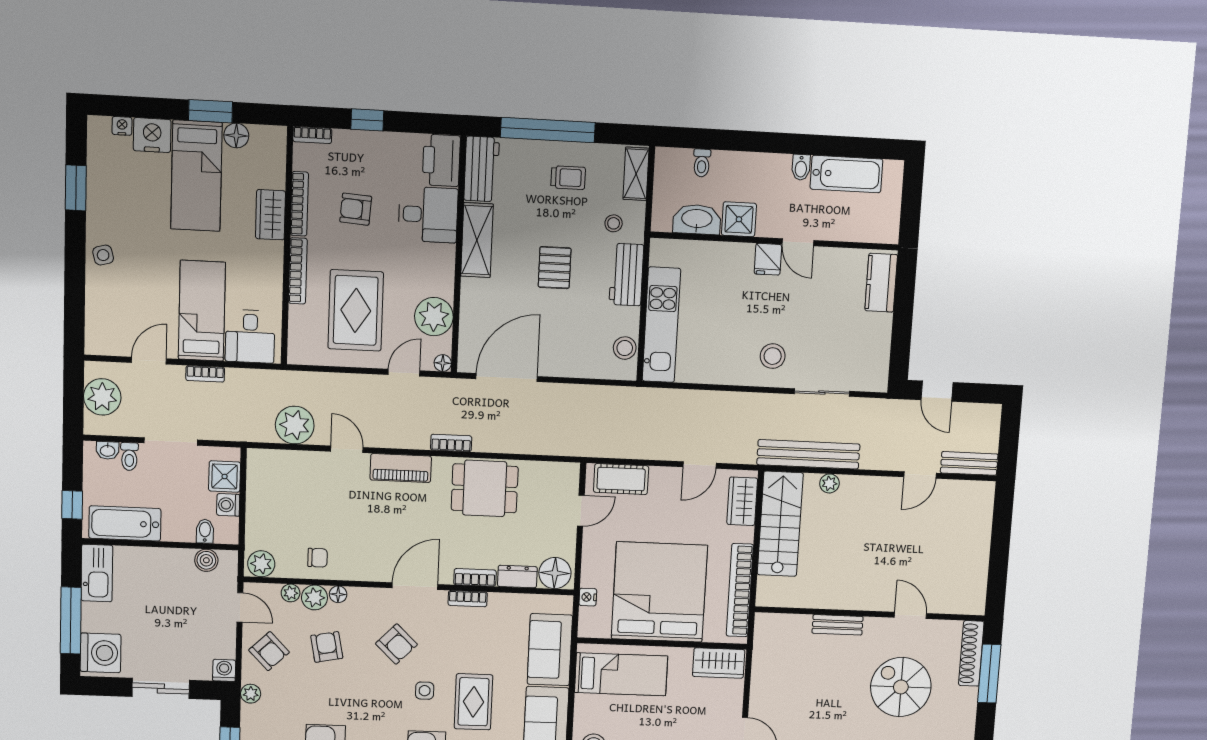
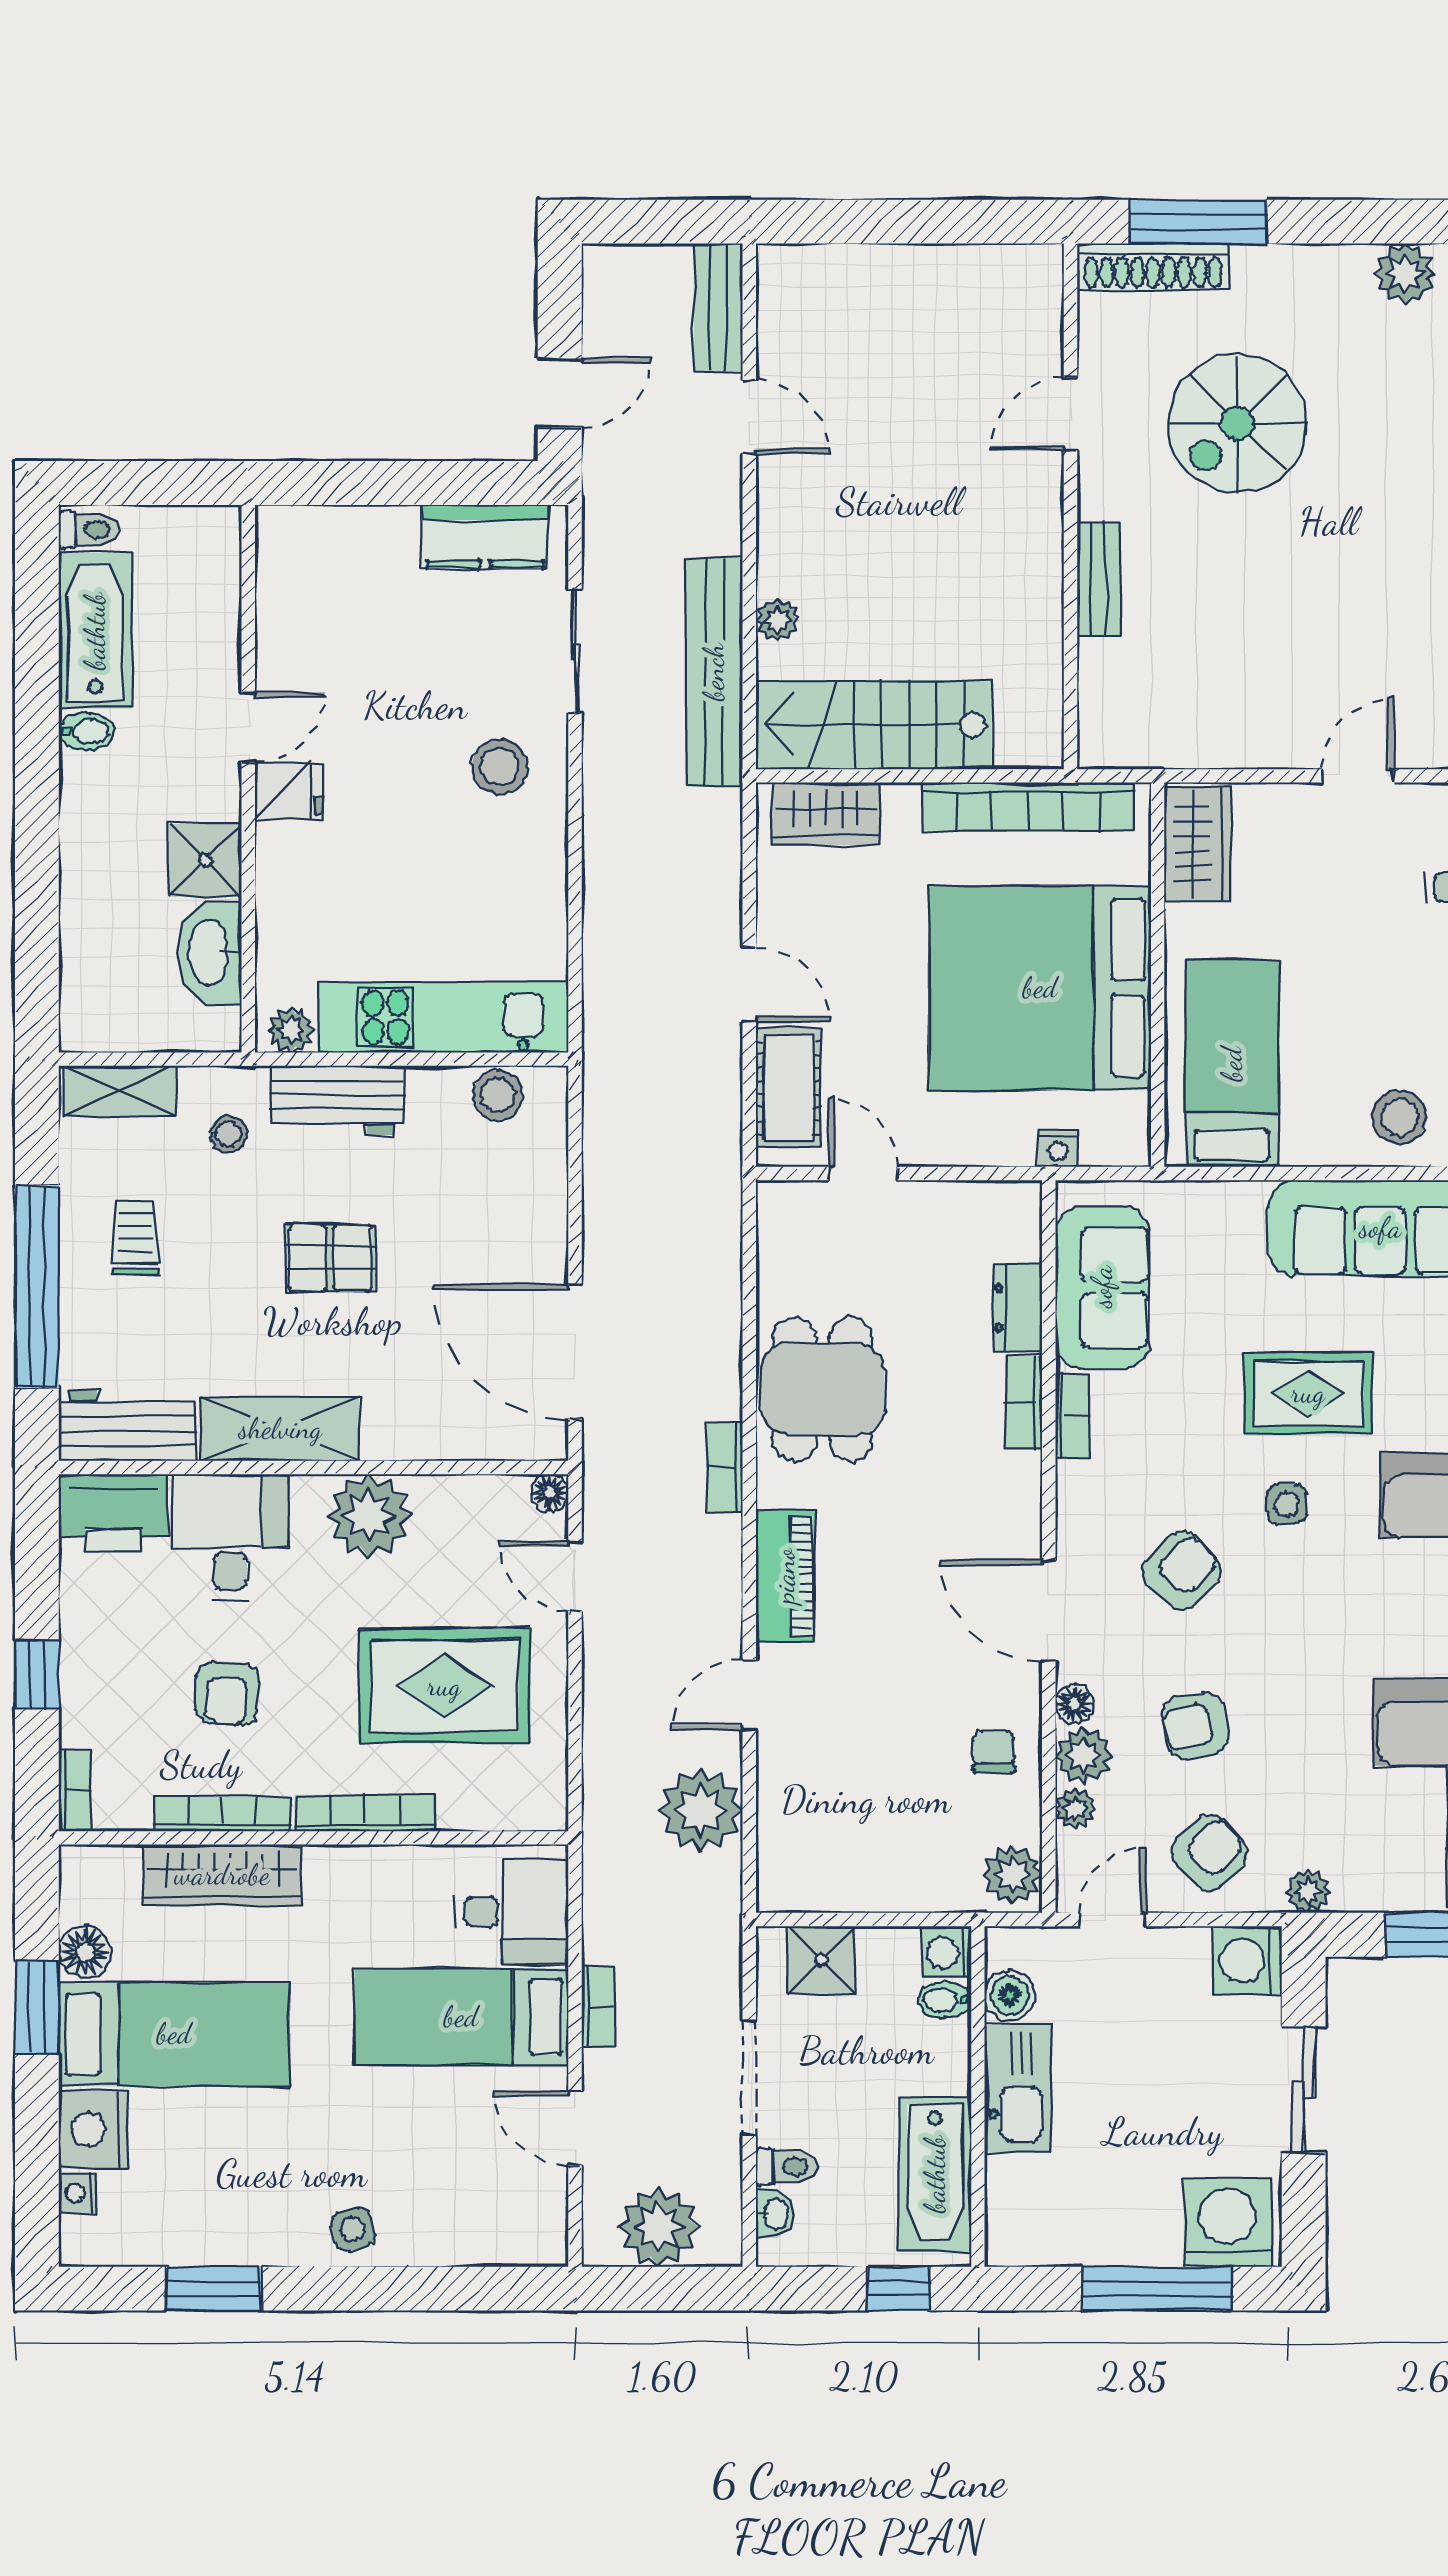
toilet: (702, 163) -> (89, 530), moved
wardrobe: (270, 215) -> (222, 1875), width x1.50
plant: (659, 255) -> (291, 1030), added
kitchen counter: (881, 283) -> (485, 536), moved
plant: (434, 317) -> (369, 1516), moved
door: (700, 465) -> (749, 984), moved
washing machine: (228, 505) -> (947, 1953), moved, turned 90
kitchen sink: (97, 573) -> (1018, 2089), moved, turned 90
floor lamp: (555, 573) -> (1006, 1224), removed
door: (415, 586) -> (1049, 1611), moved
sofa: (550, 650) -> (1102, 1287), moved, turned -90
washing machine: (224, 670) -> (1248, 1960), width x1.38, depth x1.38

